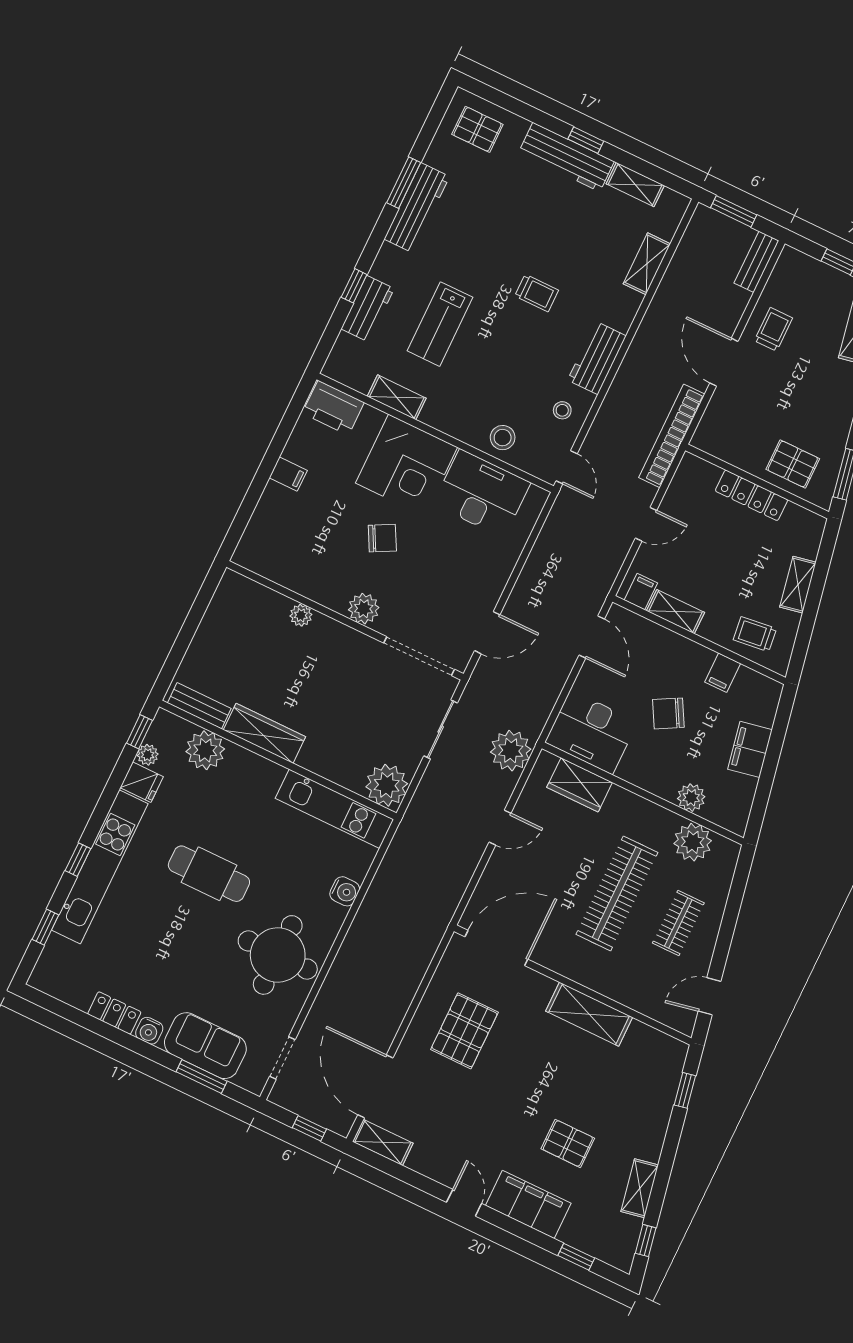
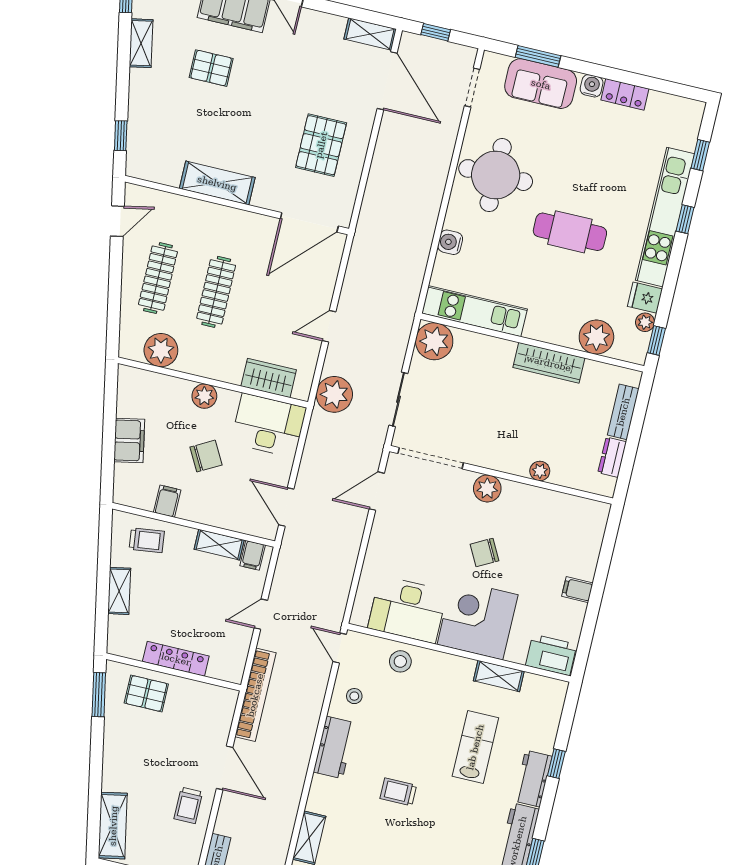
workbench: (368, 309) -> (533, 779), moved
dresser: (217, 613) -> (612, 457), added
bench: (199, 706) -> (623, 412), moved, turned 90
plant: (691, 798) -> (204, 396), moved
clothes rail: (617, 893) -> (216, 292), width x0.73, depth x0.76
clothes rail: (678, 923) -> (158, 278), width x1.36

